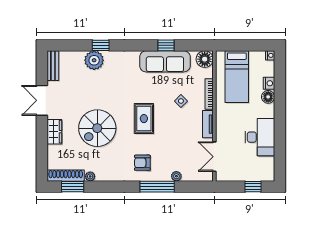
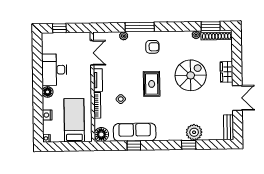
floor lamp: (268, 97) -> (48, 92), moved

